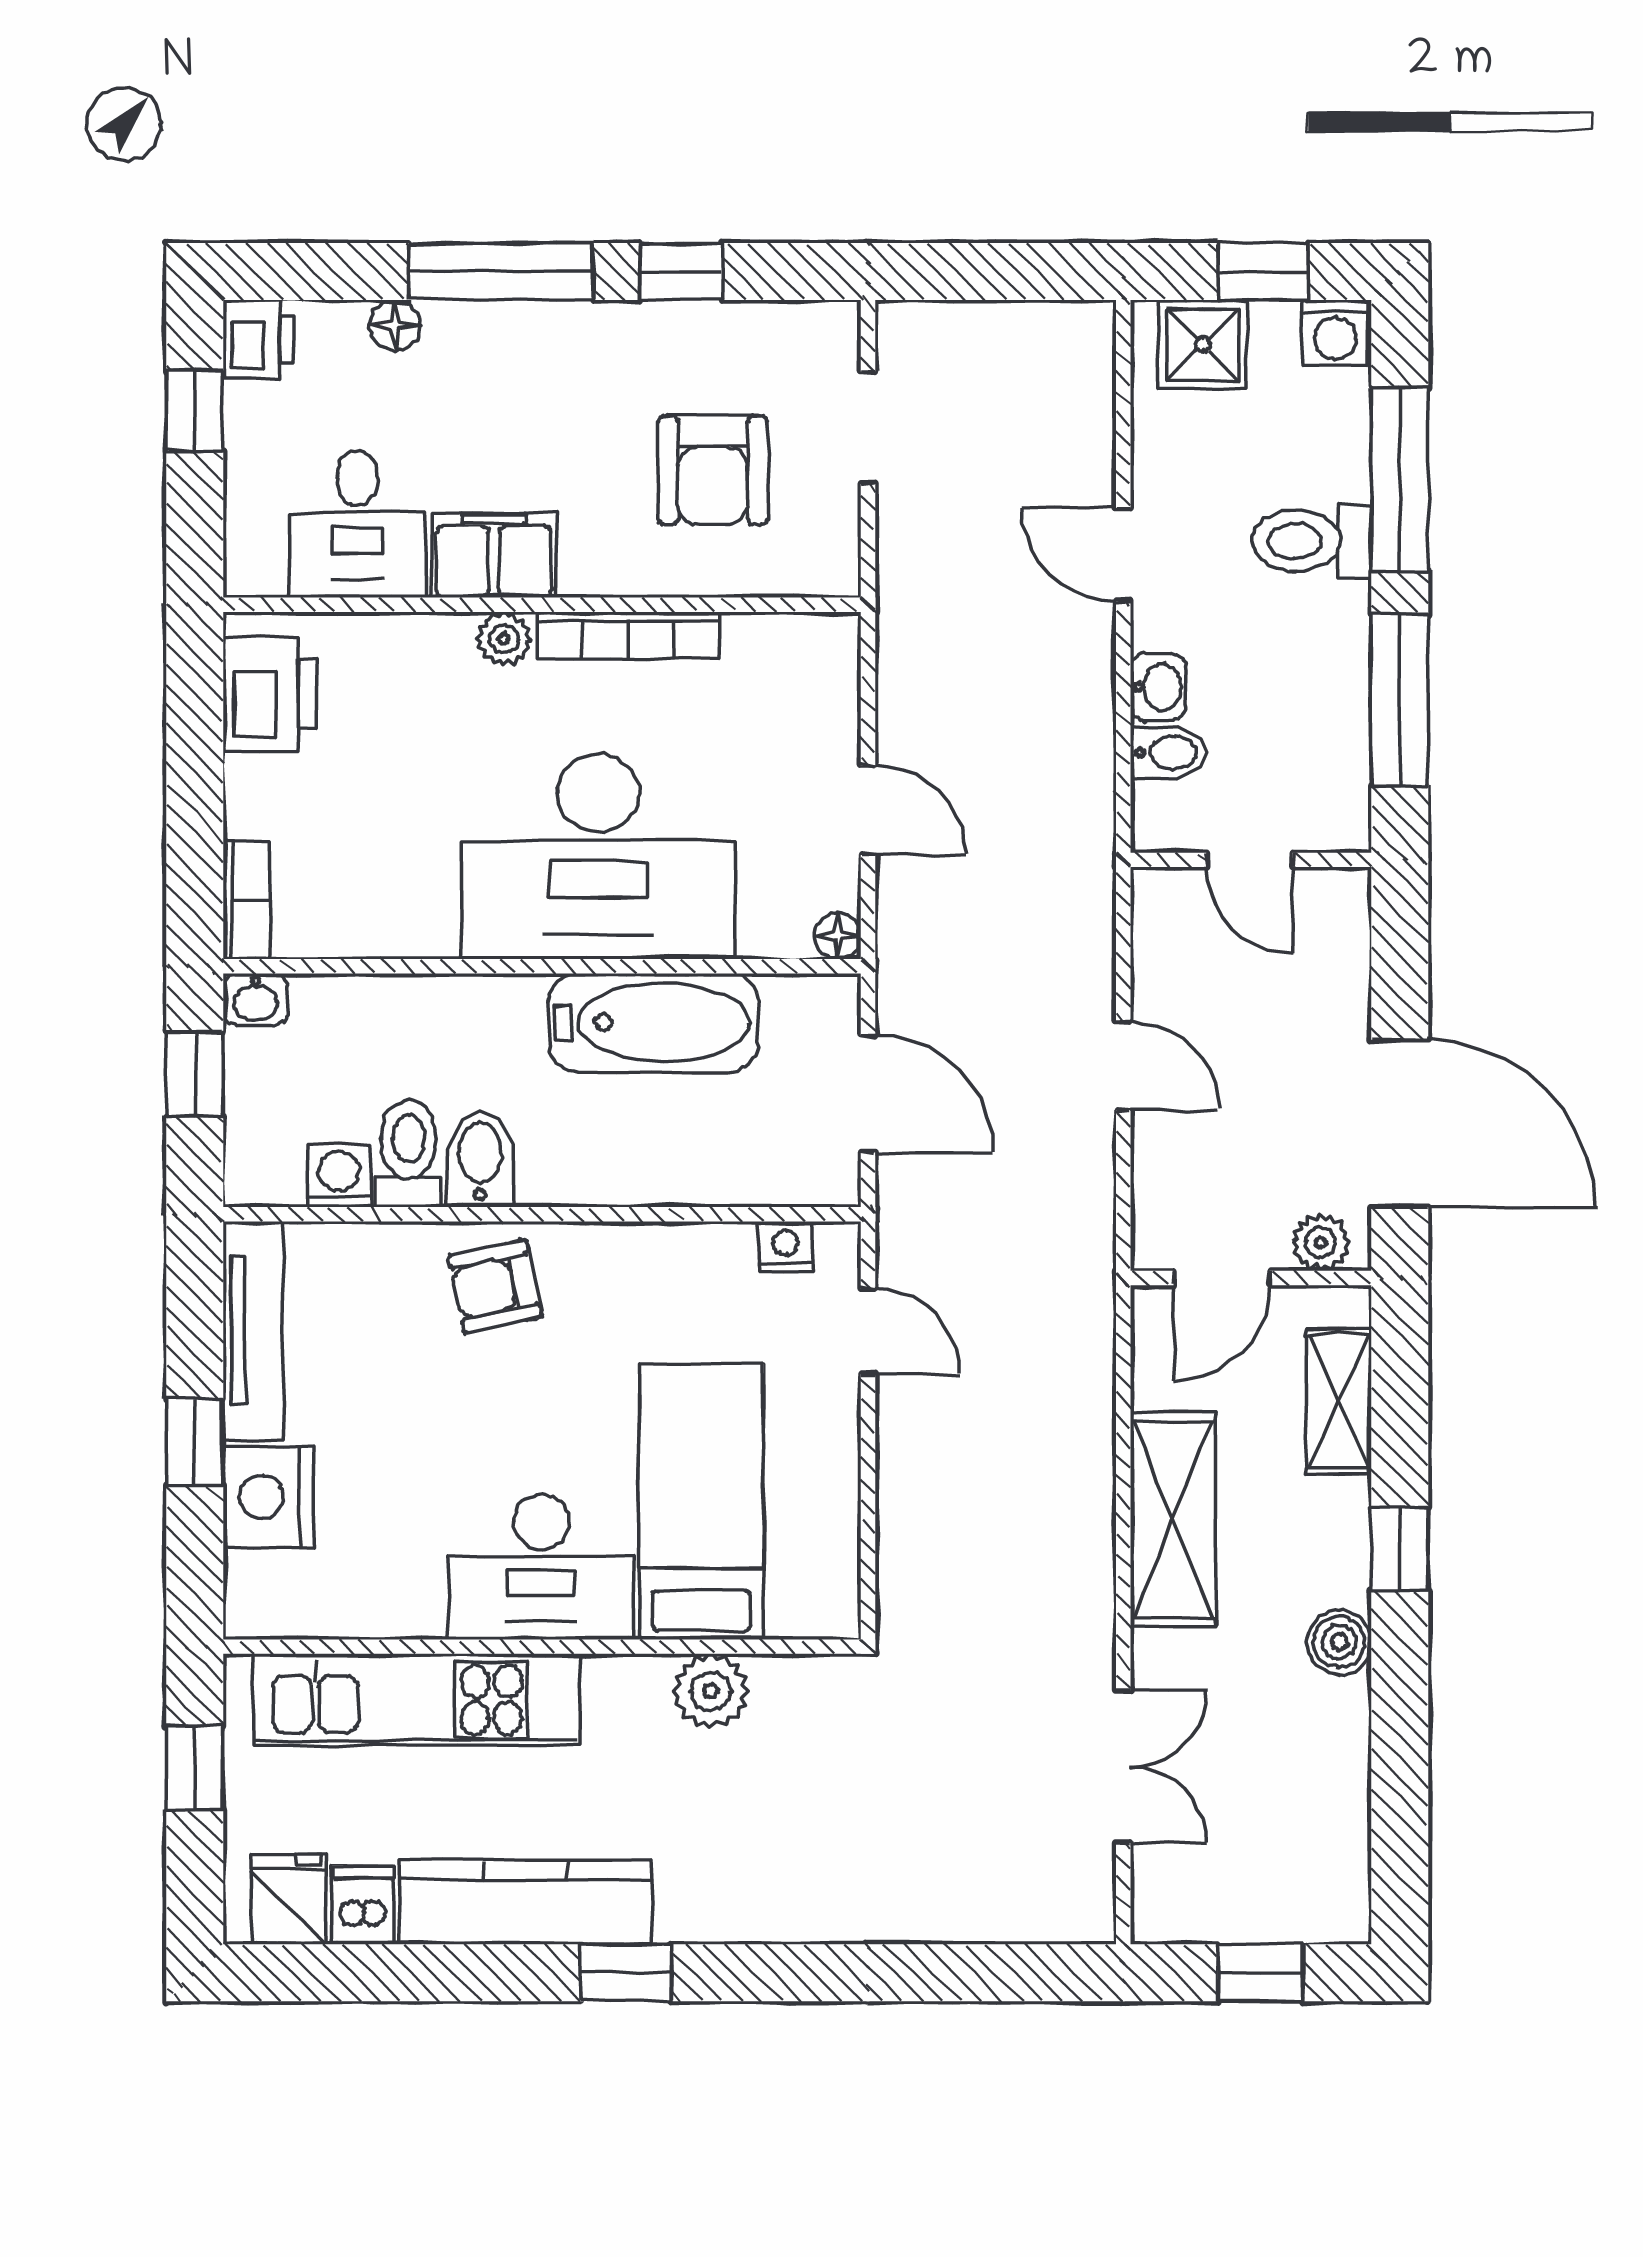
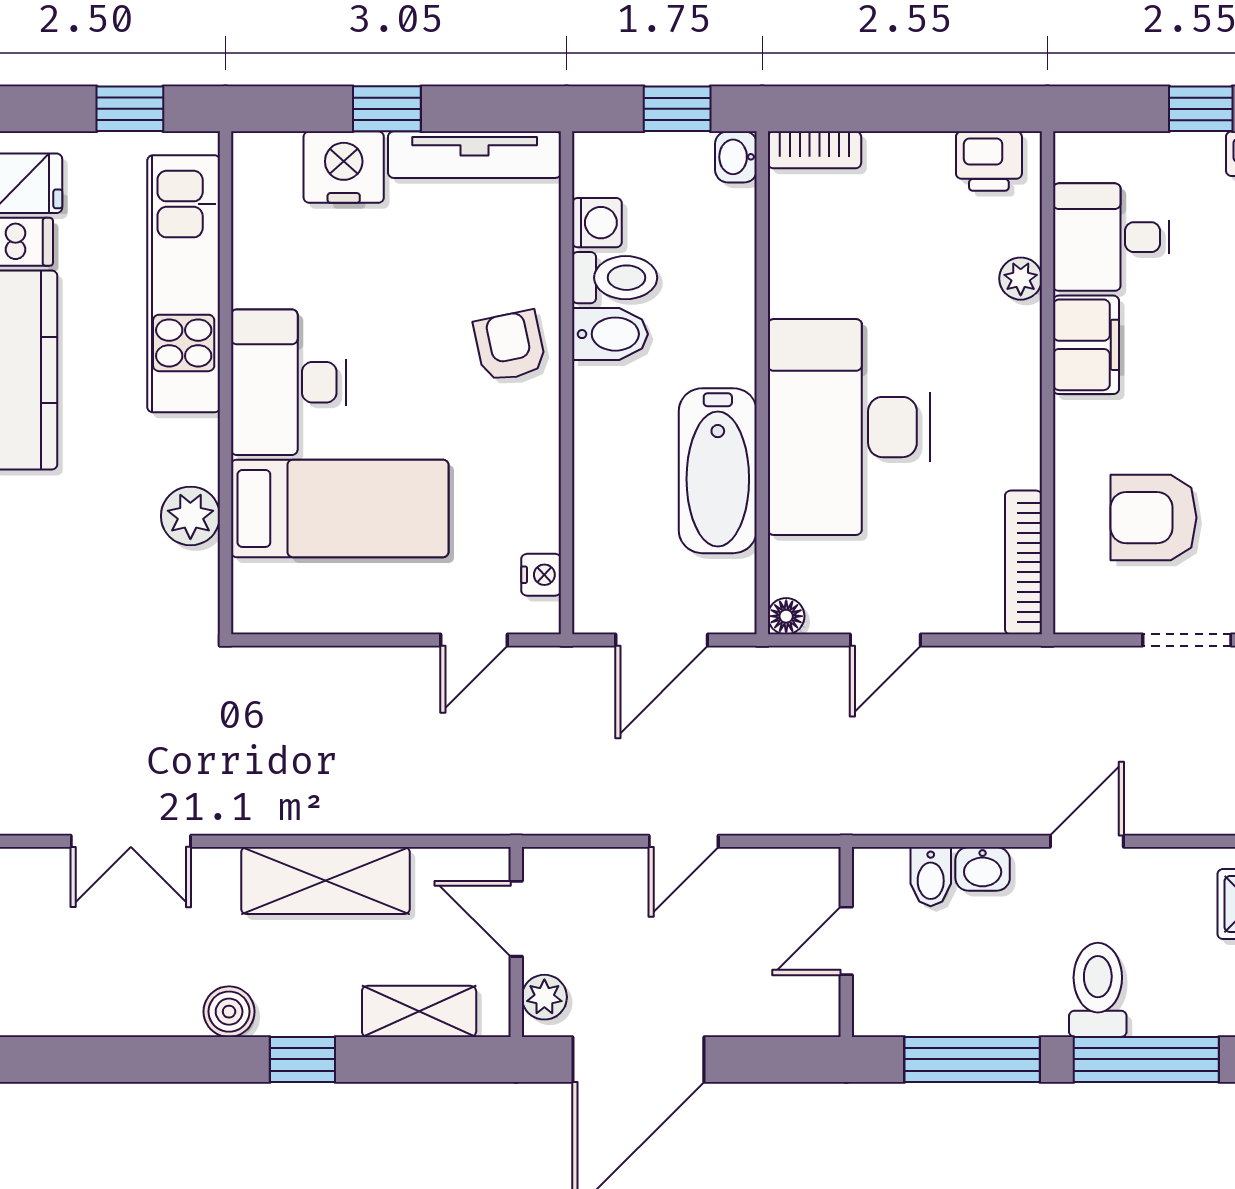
bookcase: (628, 635) -> (1023, 562), moved
plant: (504, 639) -> (1021, 279), moved
printer: (270, 694) -> (989, 161), width x0.73, depth x0.81

